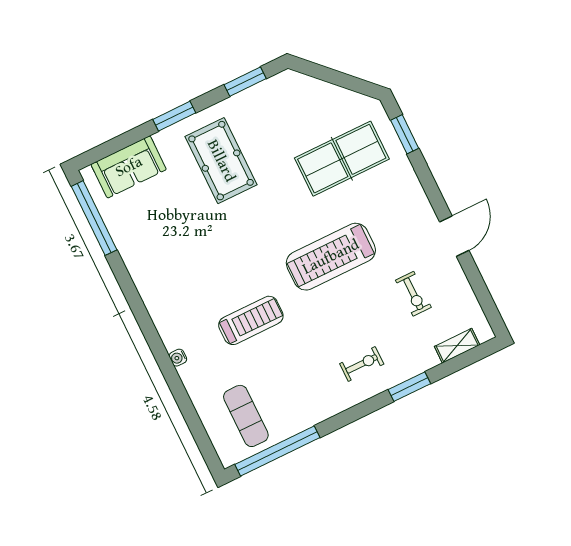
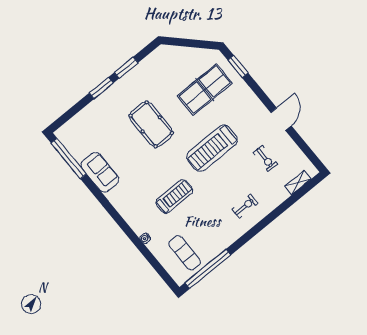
window: (245, 82) -> (126, 68), moved
pool table: (221, 161) -> (151, 124), moved
sofa: (129, 167) -> (100, 172), moved, turned -90
water cooler: (178, 358) -> (145, 238), moved
window: (409, 387) -> (276, 213), removed

